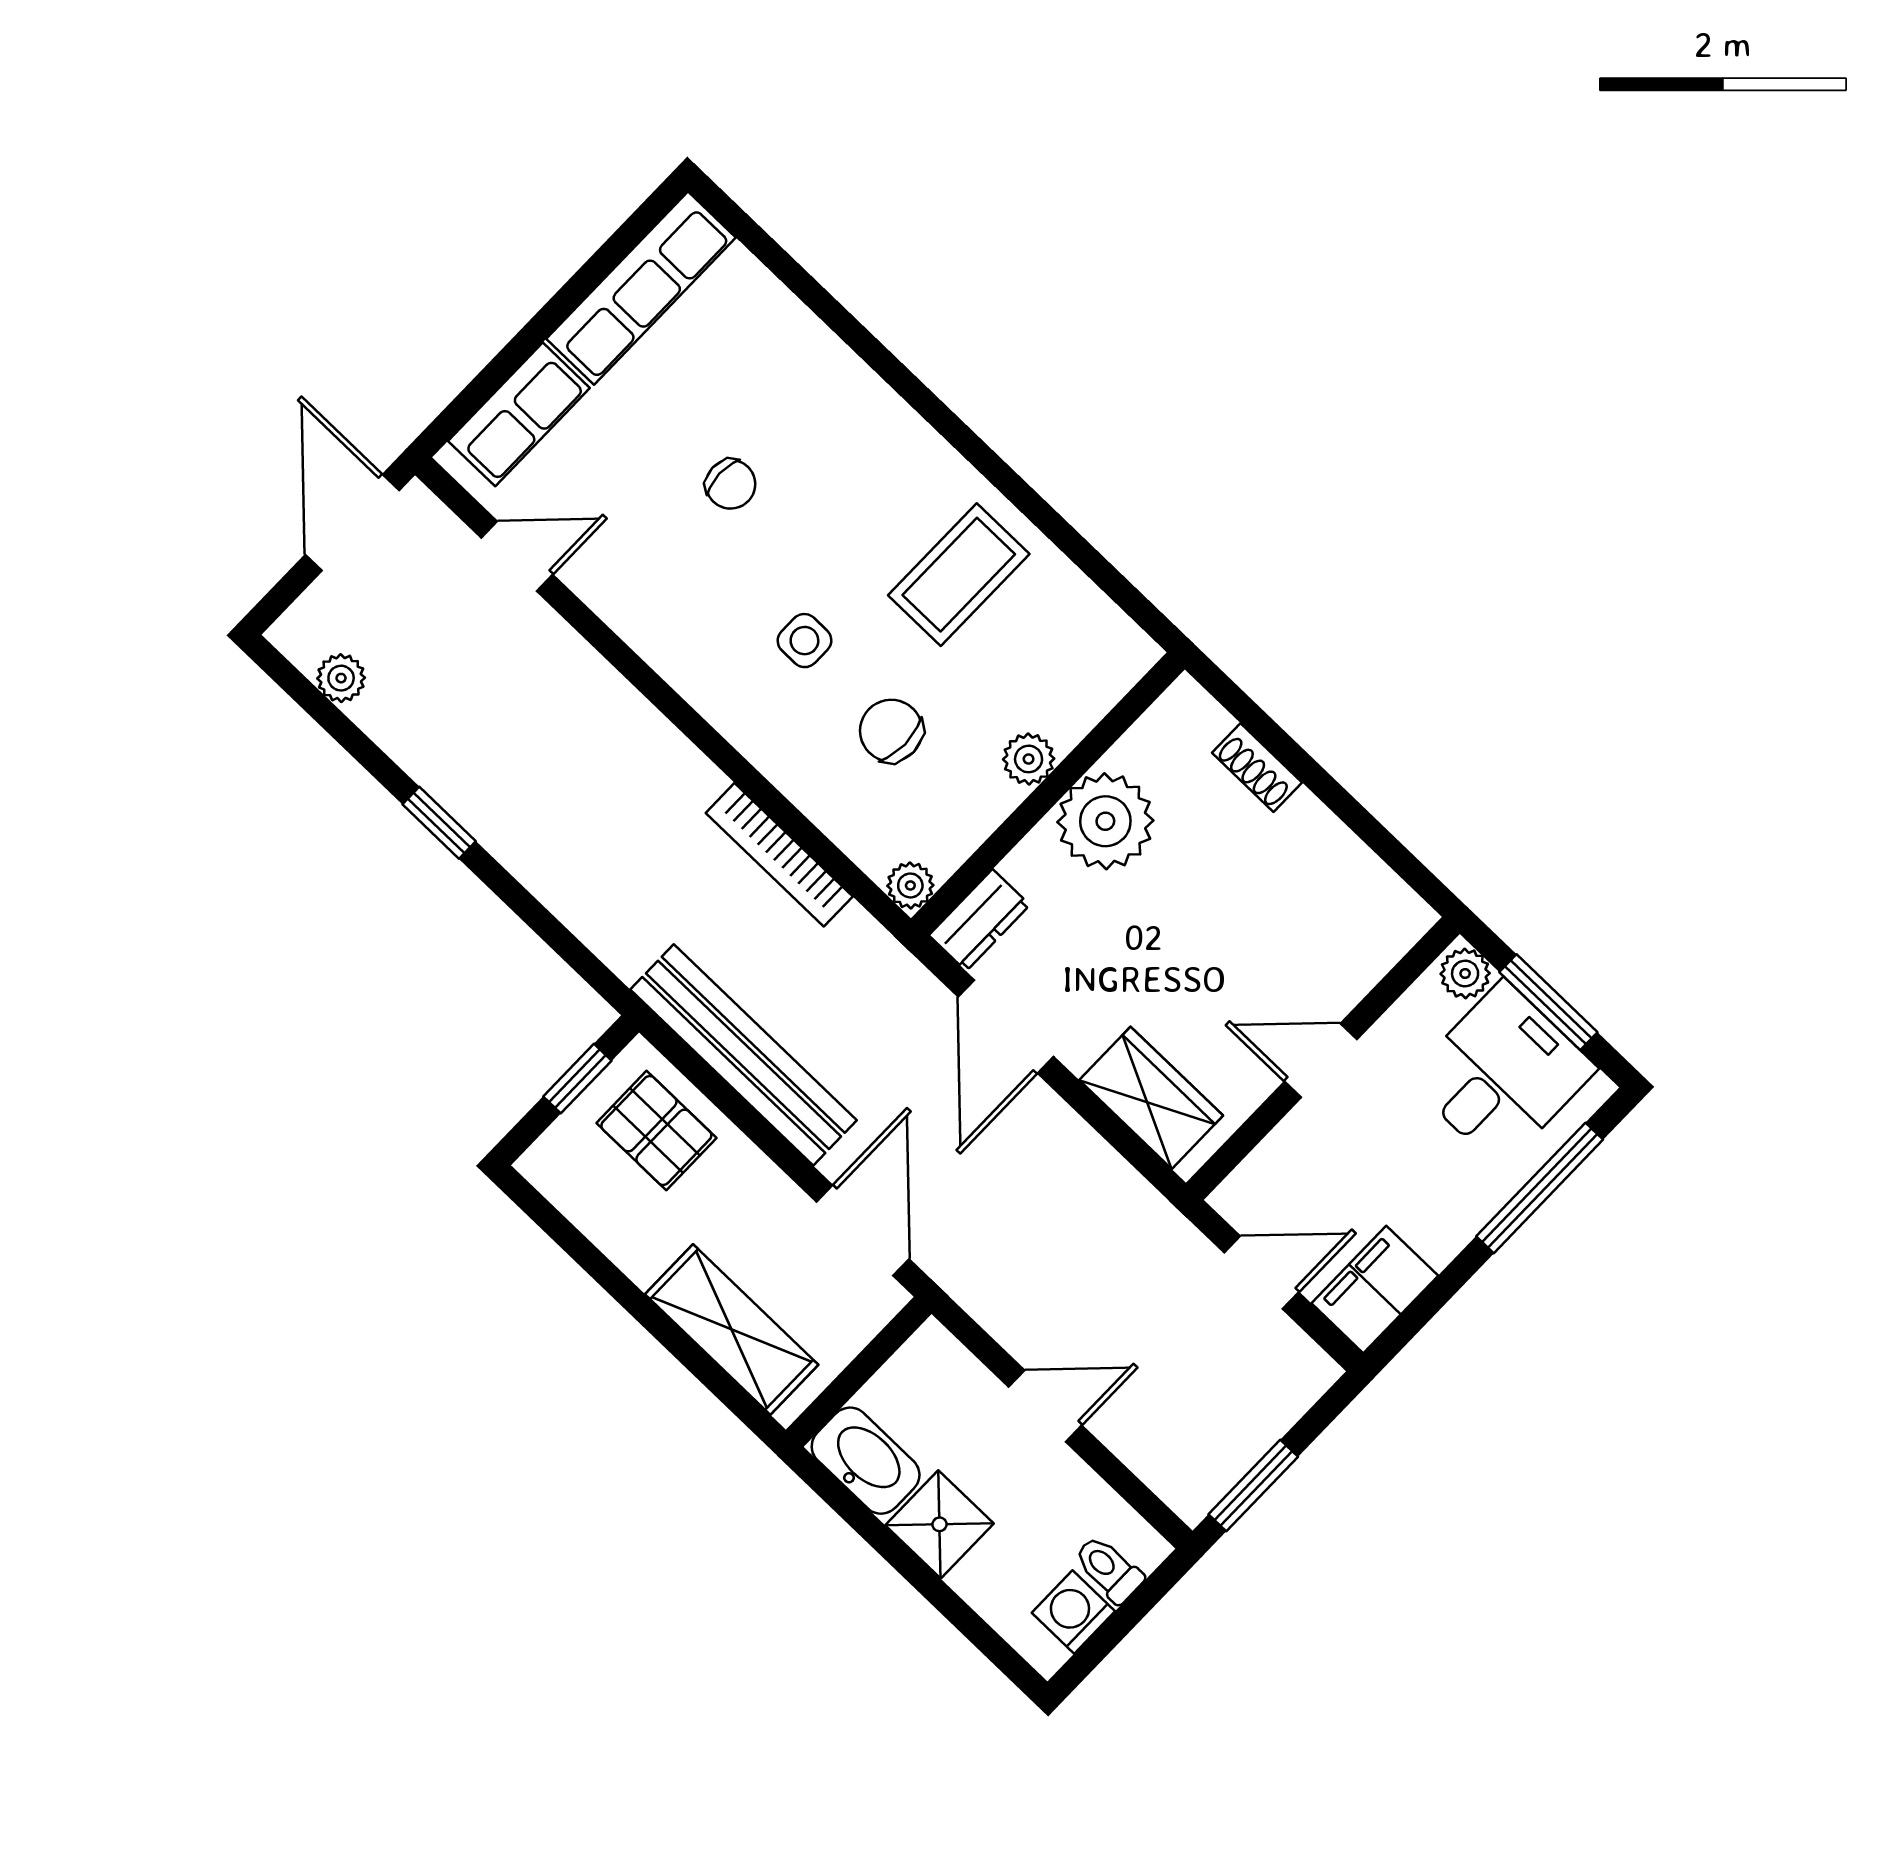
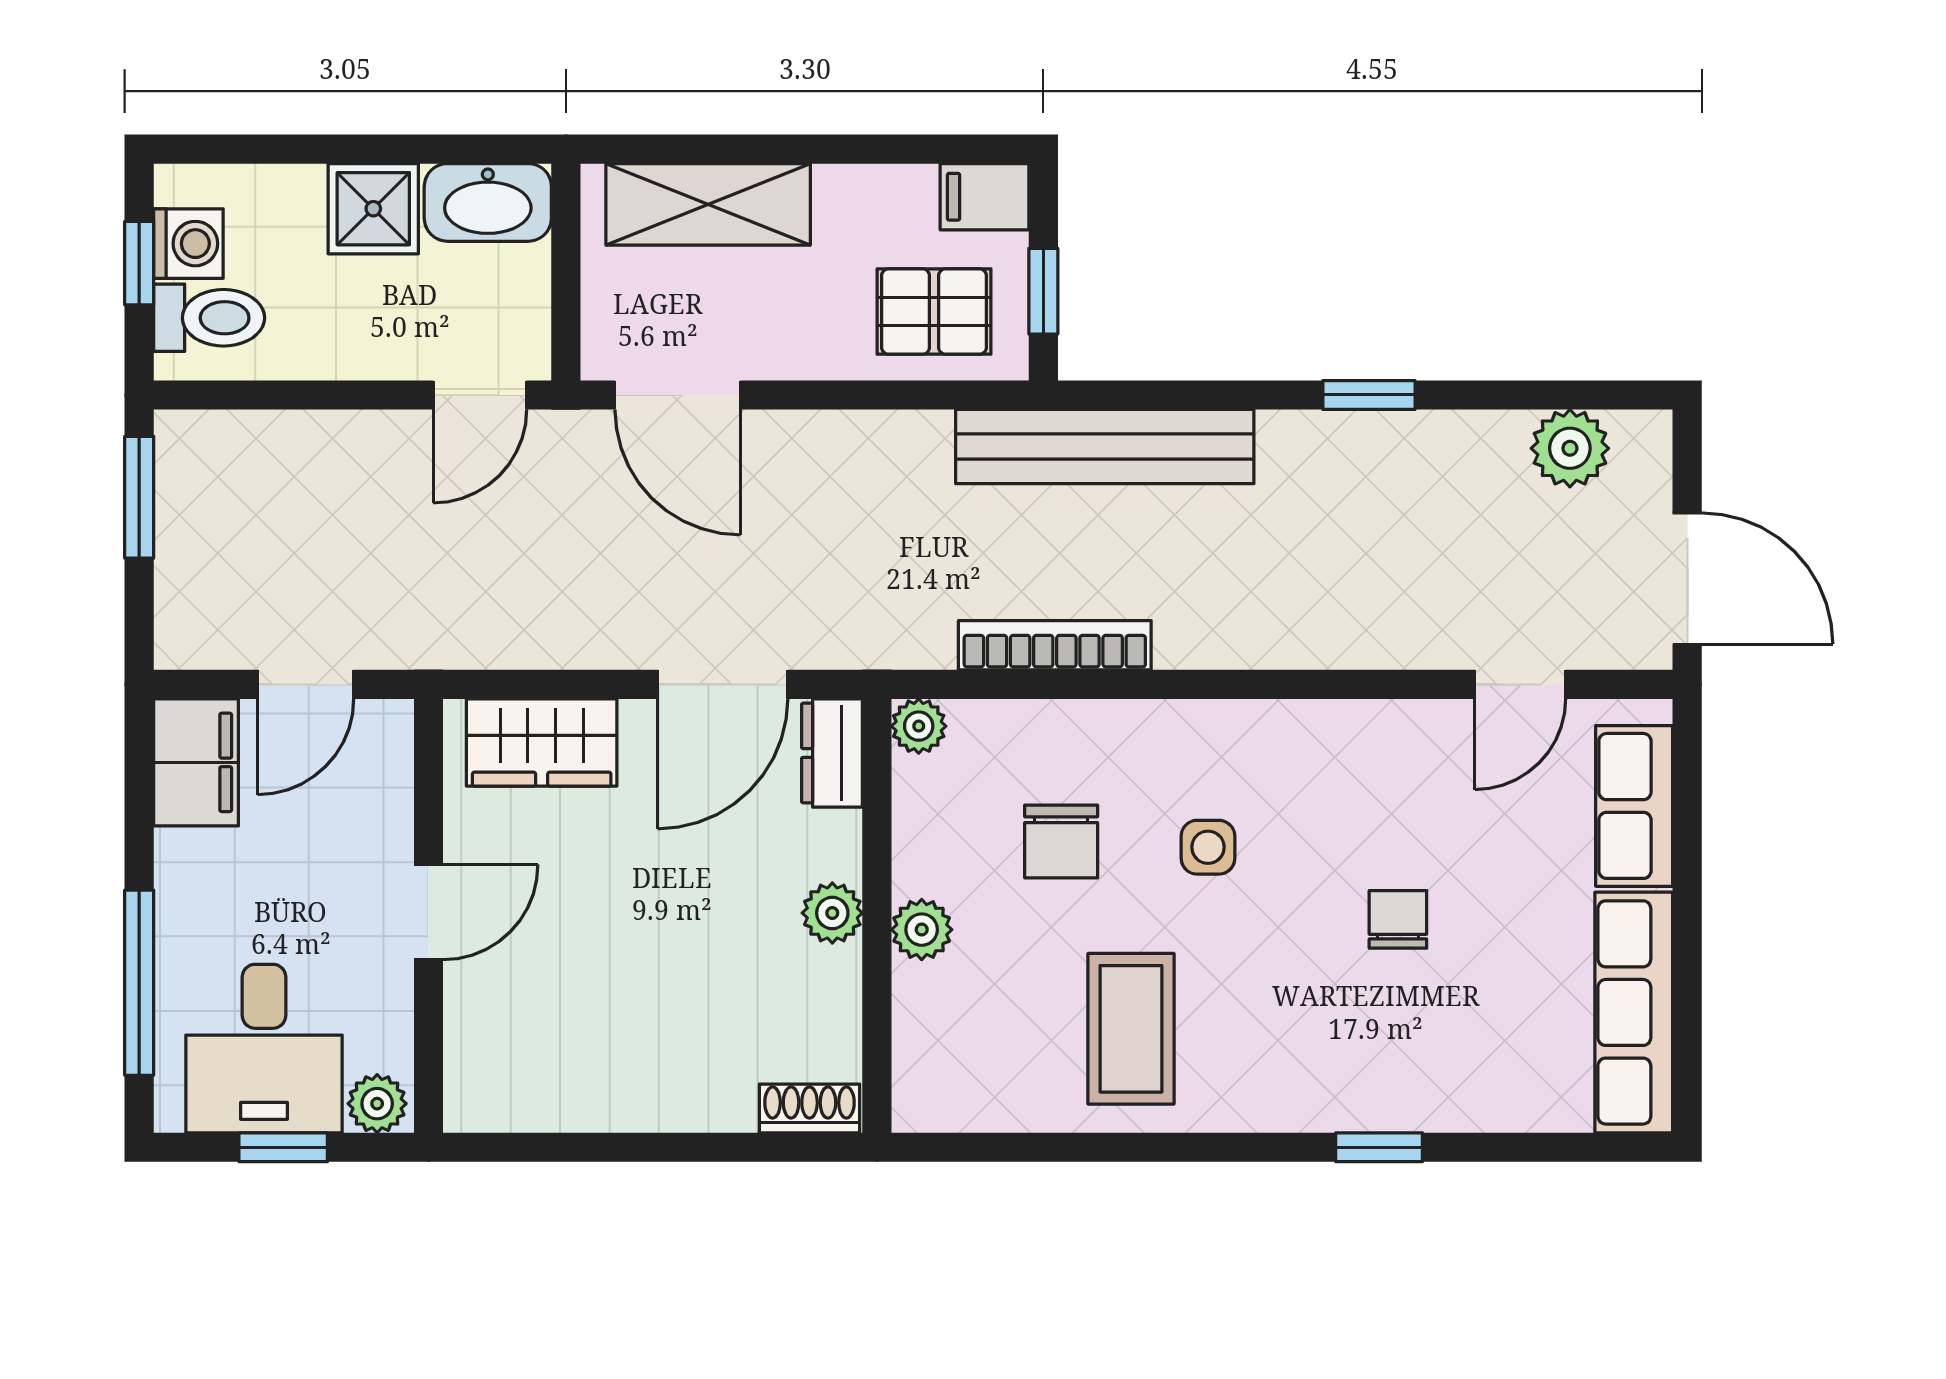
window: (877, 356) -> (1379, 1147), added
chair: (731, 484) -> (1398, 919), turned 91
plant: (341, 678) -> (1570, 448), width x1.38, depth x1.38
chair: (891, 731) -> (1061, 842), turned 90
shoe rack: (1257, 768) -> (810, 1108), moved
plant: (1105, 821) -> (832, 913), width x0.53, depth x0.53
window: (1548, 1002) -> (283, 1147), width x0.67
door: (1006, 1027) -> (723, 684), swing flipped
bench: (743, 1055) -> (1105, 447), moved
filing cabinet: (558, 1171) -> (985, 197), added
door: (1045, 1406) -> (480, 395), moved
toilet: (1109, 1569) -> (209, 318), width x1.37, depth x1.39
window: (1115, 1629) -> (139, 263), added

